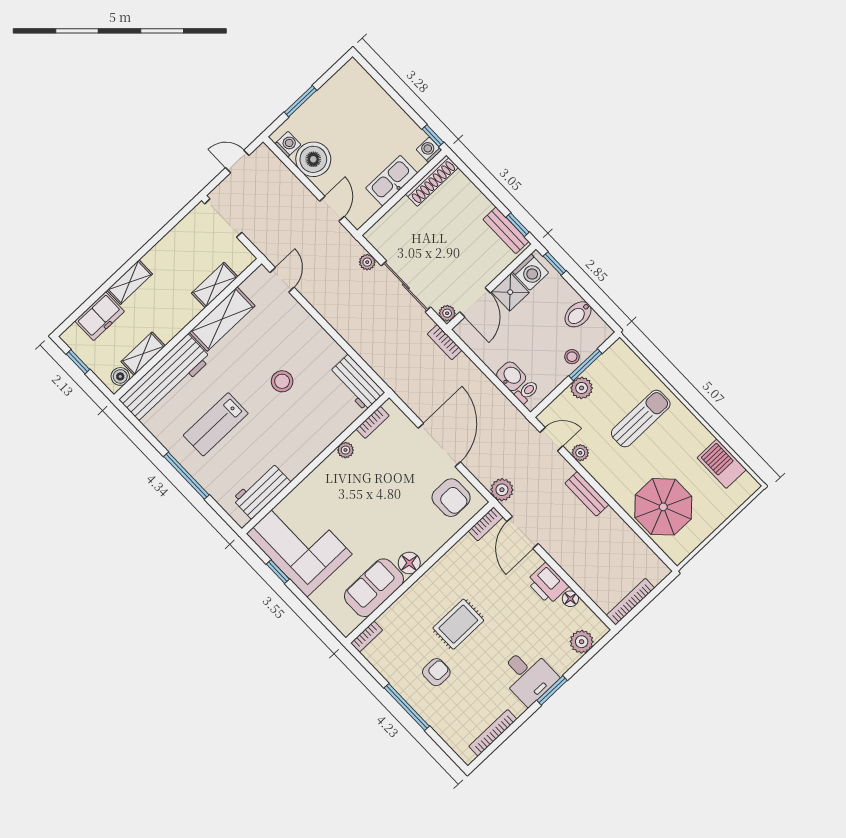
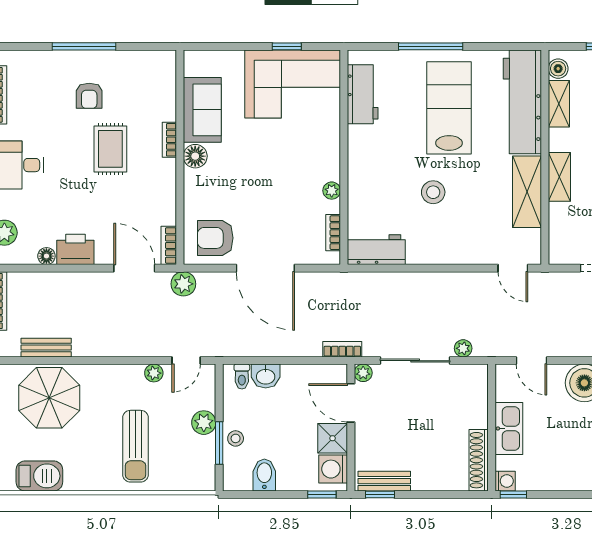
shelving: (215, 285) -> (559, 177), moved
lab bench: (216, 424) -> (449, 108), width x1.36, depth x1.39
bench: (587, 494) -> (46, 348), moved
bookcase: (366, 637) -> (169, 140), moved

